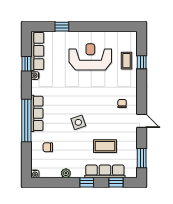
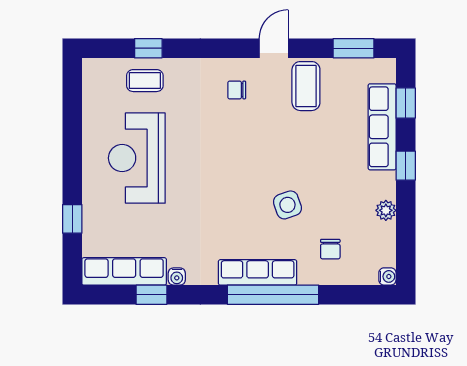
side table: (78, 122) -> (287, 205), moved
coffee table: (105, 146) -> (306, 86), moved

